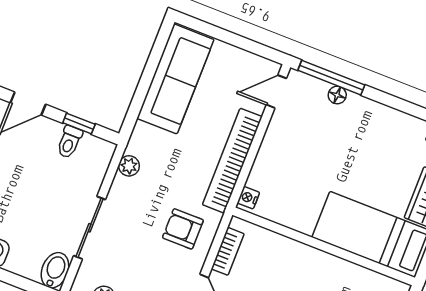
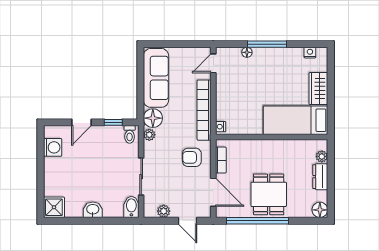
window: (331, 78) -> (267, 44), moved
floor lamp: (145, 141) -> (153, 118), added
toilet: (69, 142) -> (130, 134), moved

